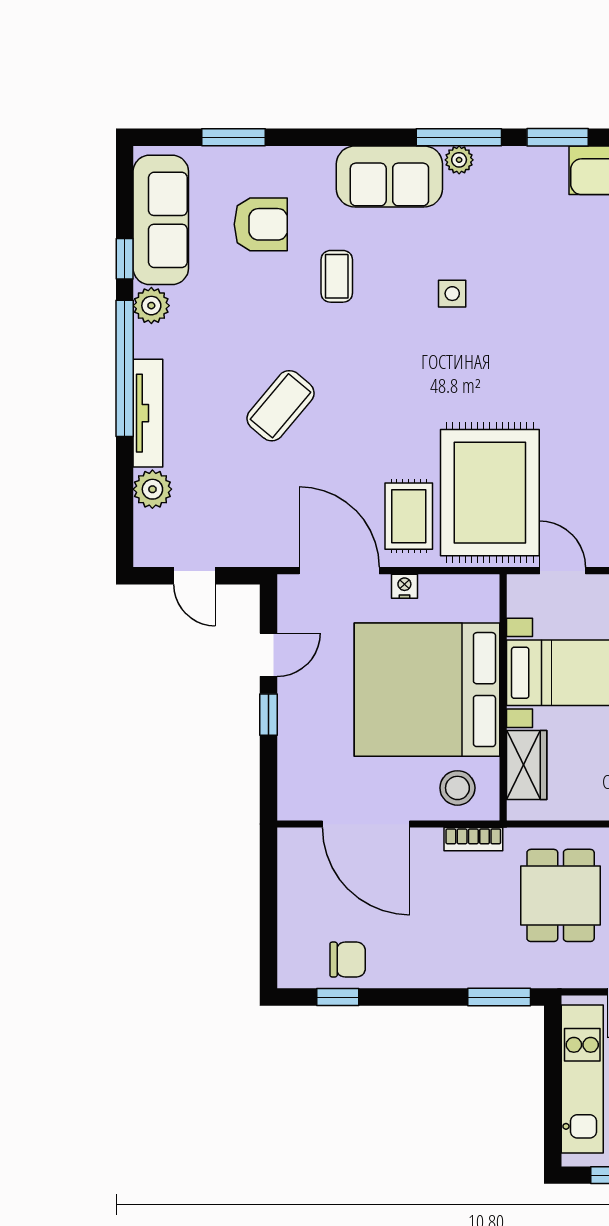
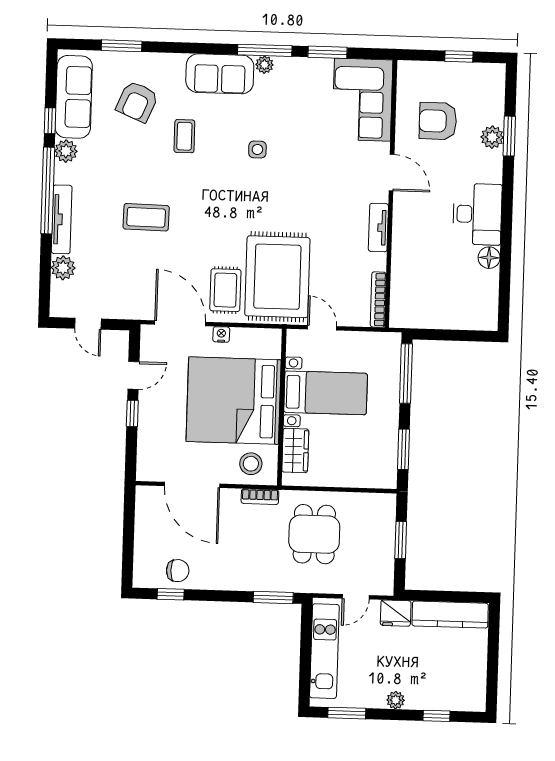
armchair: (261, 224) -> (137, 102), turned 113
coffee table: (281, 406) -> (146, 217), turned 51

